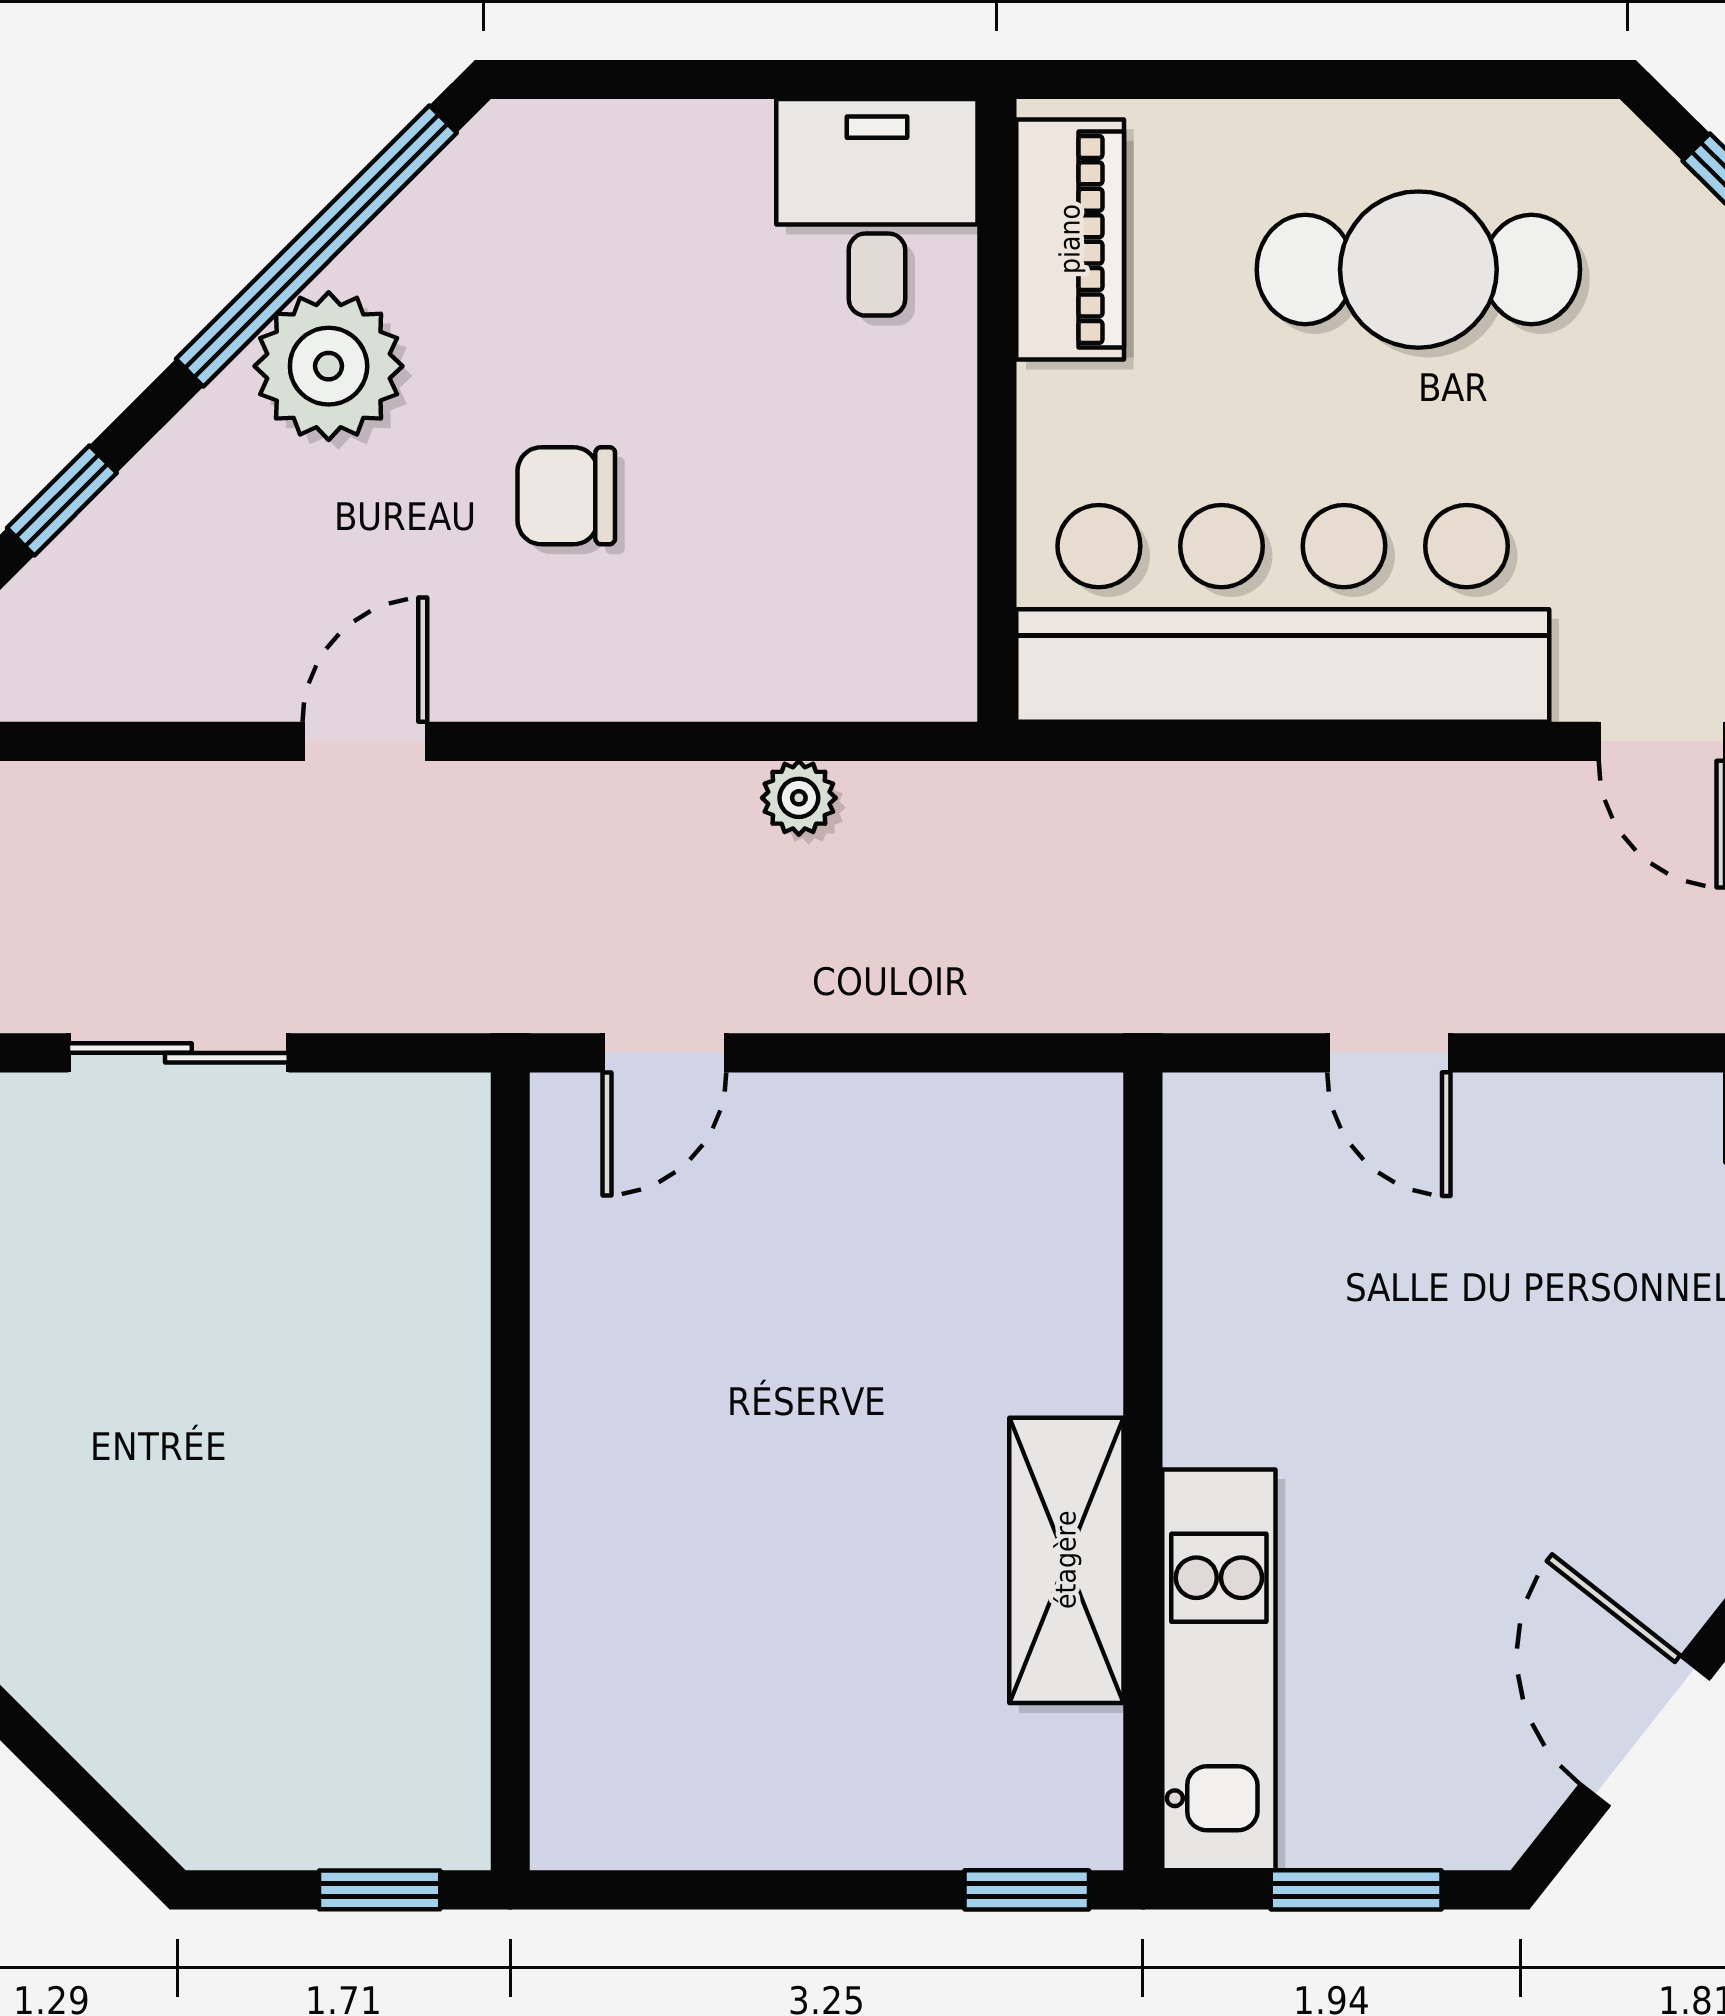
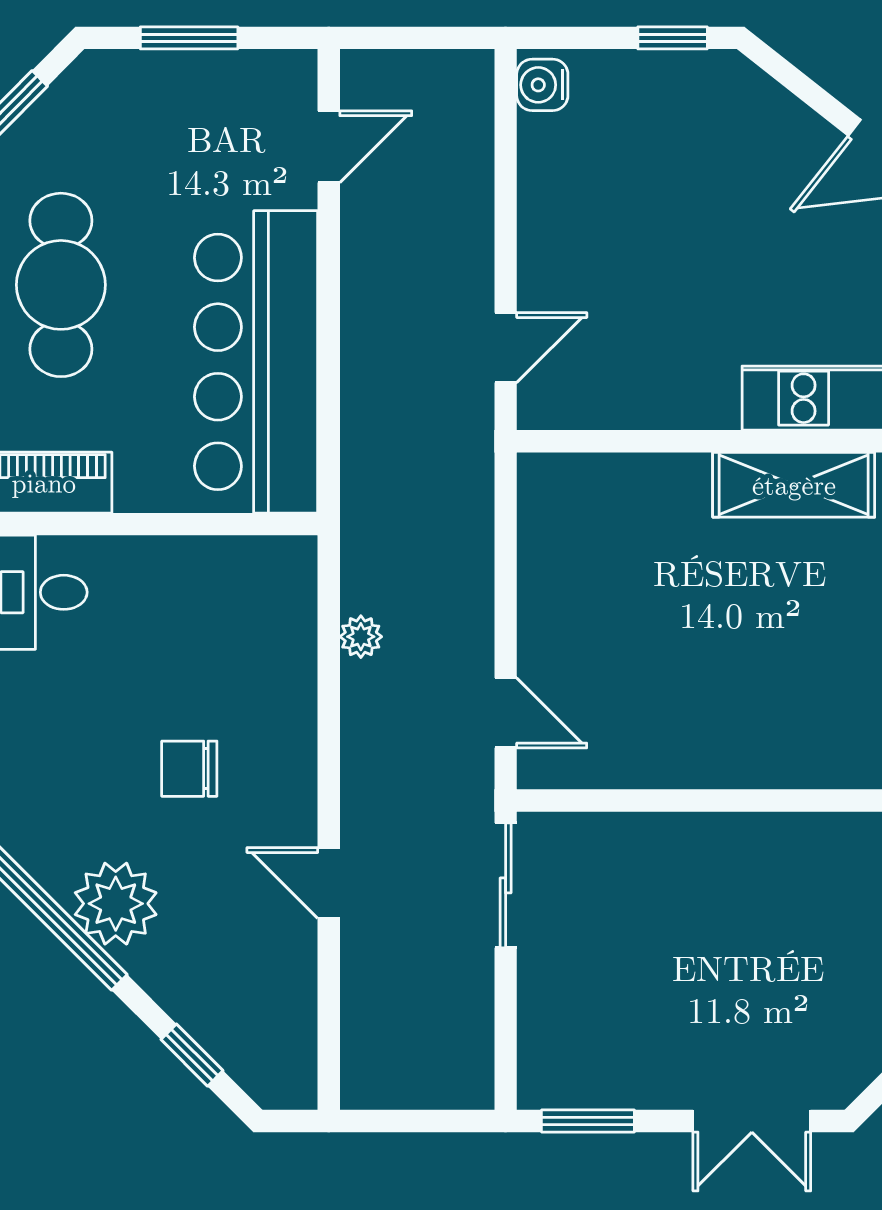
chair: (566, 496) -> (189, 769), turned 90
sliding door: (178, 1053) -> (506, 885), moved
door: (1389, 1053) -> (506, 348), moved

